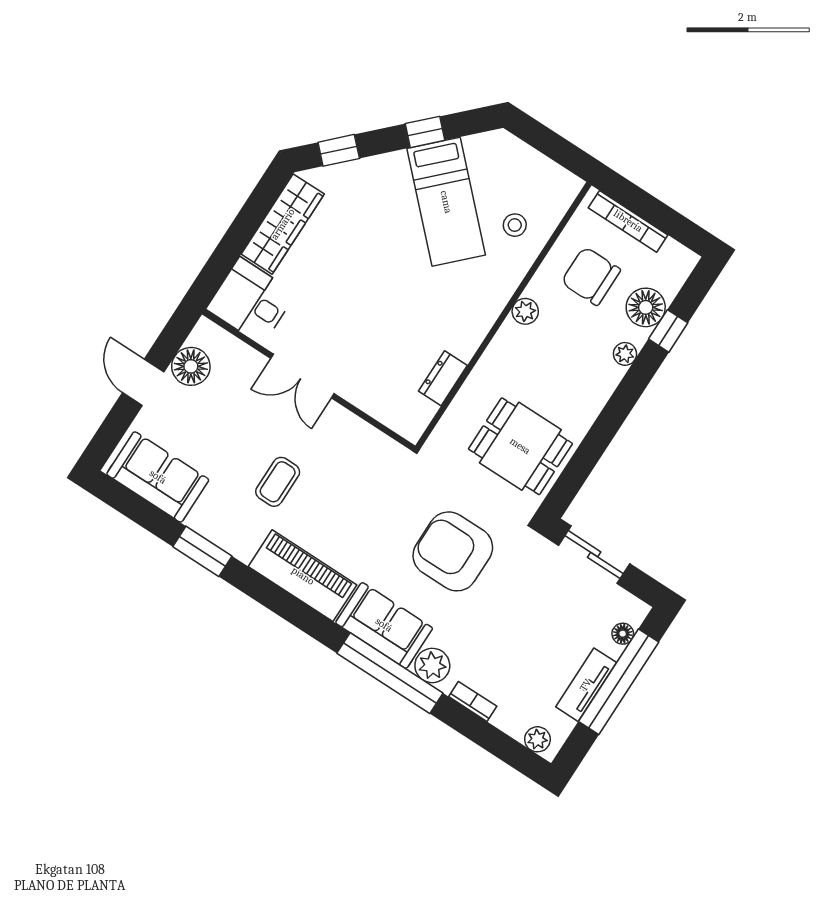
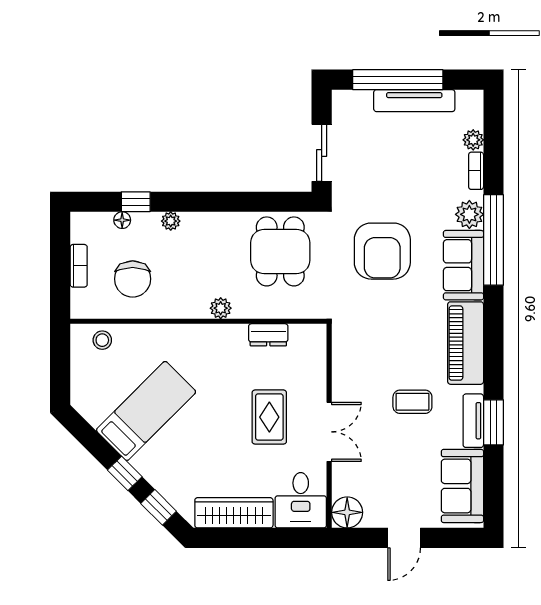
window: (425, 132) -> (125, 473), moved
bookcase: (628, 221) -> (79, 266), width x0.64
stool: (515, 225) -> (102, 340), moved
floor lamp: (646, 307) -> (122, 220), width x0.53, depth x0.53
plant: (525, 311) -> (221, 308), moved
rug: (358, 324) -> (269, 417), added
floor lamp: (191, 366) -> (347, 512), moved
tv unit: (218, 532) -> (473, 421), added
floor lamp: (623, 634) -> (363, 98), removed
tv unit: (586, 685) -> (414, 101), width x1.41
plant: (537, 739) -> (473, 140), moved

